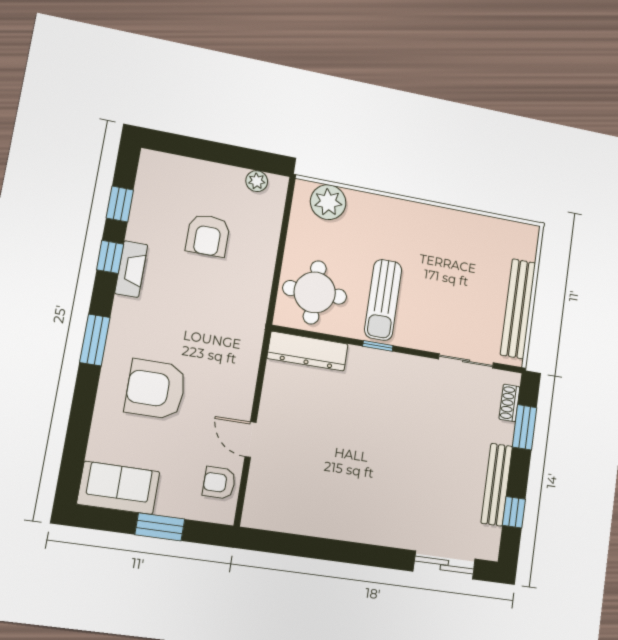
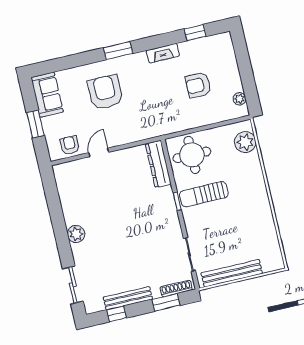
window: (110, 257) -> (165, 40), removed
shoe rack: (509, 403) -> (176, 288), width x1.43
plant: (367, 528) -> (76, 234), added

